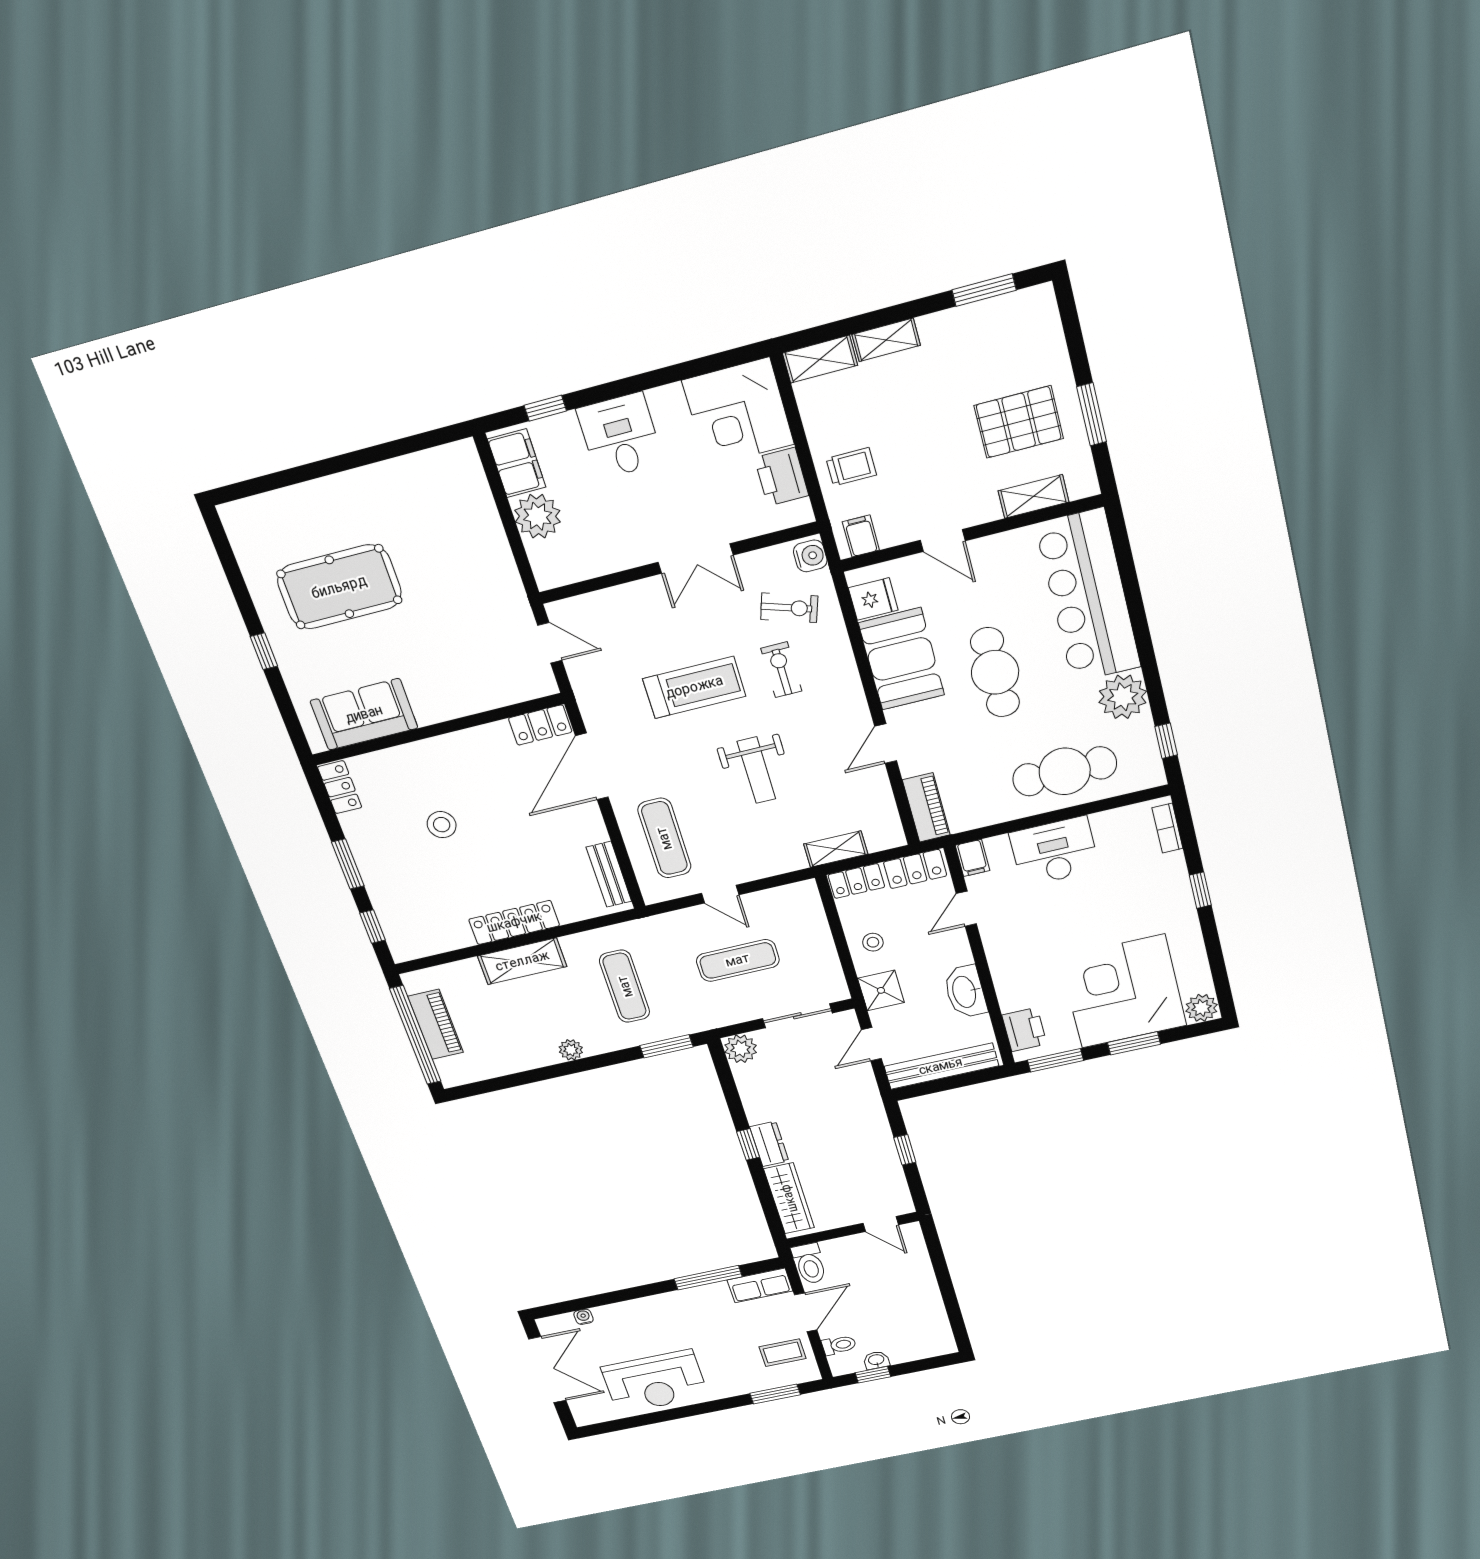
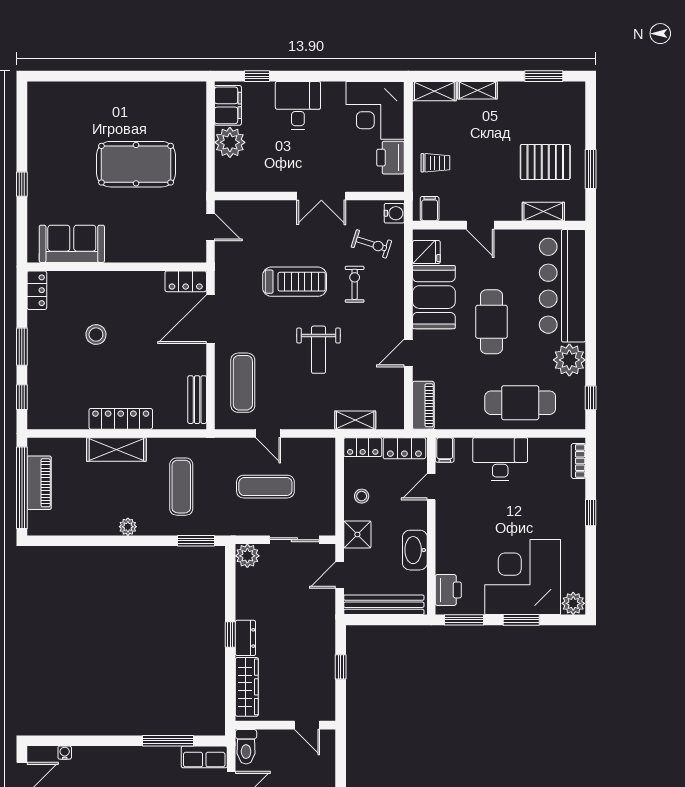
pool table: (339, 587) -> (136, 164), moved

